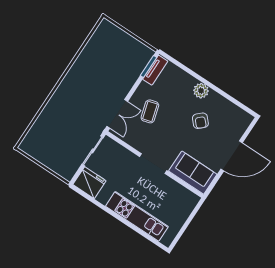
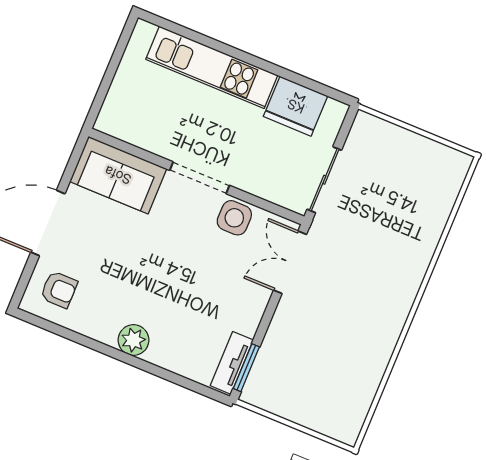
coffee table: (150, 111) -> (226, 279), removed
armchair: (200, 121) -> (59, 290), moved, turned 133
side table: (140, 141) -> (234, 218), added
fridge: (89, 183) -> (296, 106), moved

